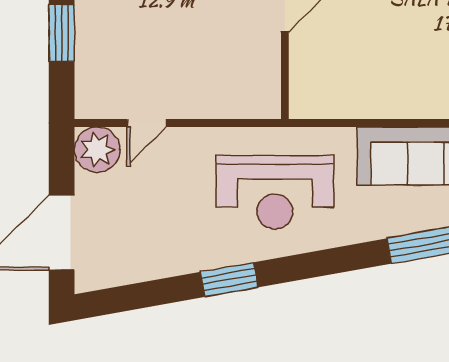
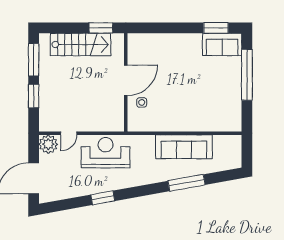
side table: (323, 49) -> (142, 102), added
reception desk: (275, 192) -> (106, 153), moved, turned 180

